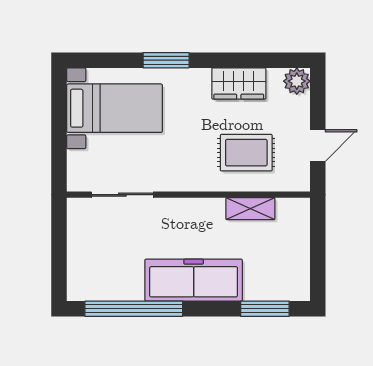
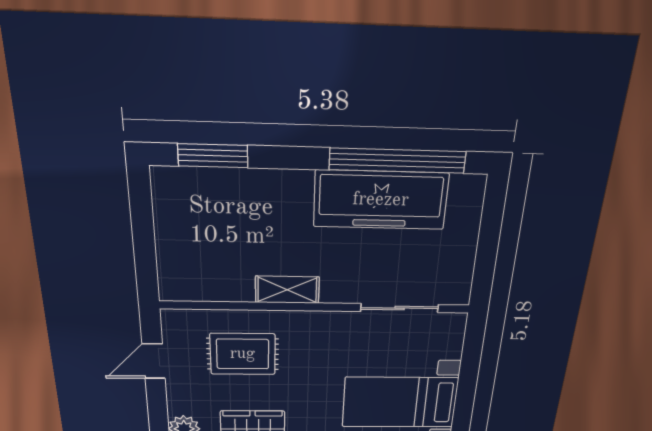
shelving: (250, 209) -> (287, 290), moved
freezer: (194, 280) -> (381, 200), moved

